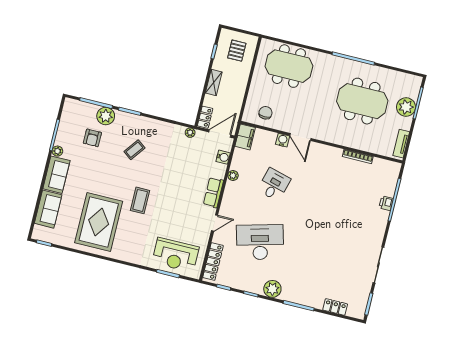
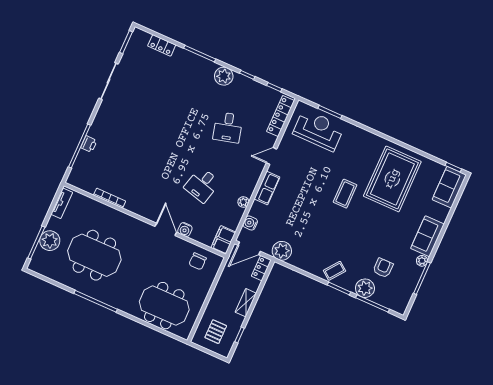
plant: (190, 133) -> (282, 251), width x1.87, depth x1.87
coffee table: (134, 150) -> (335, 271), moved
sofa: (48, 209) -> (449, 187), moved
desk: (260, 242) -> (228, 127), width x0.53, depth x0.77

